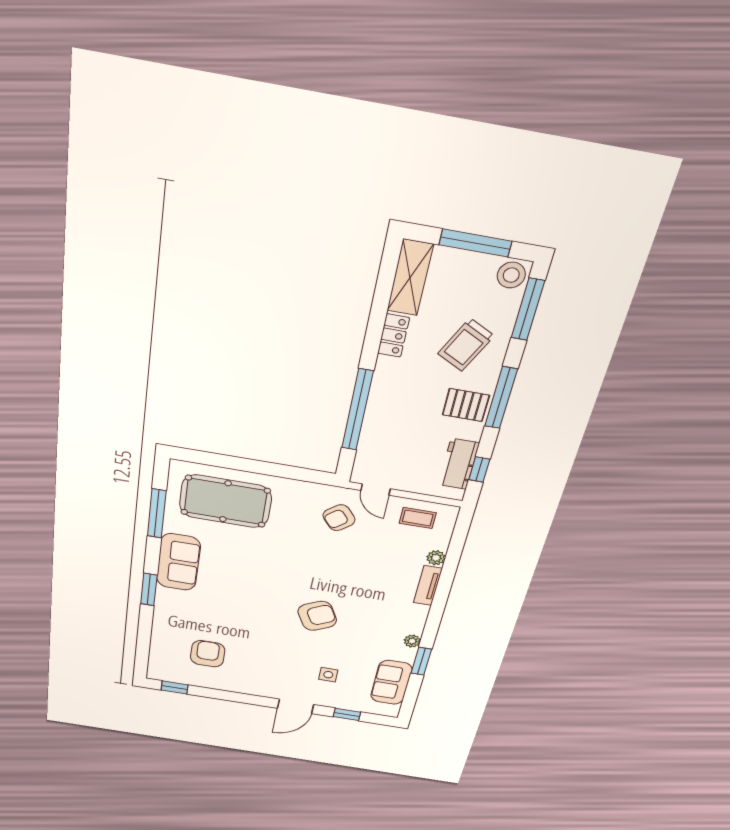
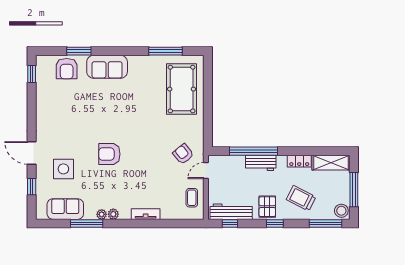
window: (501, 398) -> (275, 224), width x0.46
workbench: (382, 402) -> (261, 163), added
workbench: (459, 464) -> (231, 212), width x1.38
plant: (436, 558) -> (113, 214), moved
sofa: (178, 562) -> (107, 67), moved
window: (149, 590) -> (79, 51), moved
armchair: (317, 616) -> (109, 154), turned 117
armchair: (208, 654) -> (67, 69), moved, turned 90
window: (421, 661) -> (87, 224), width x1.44
side table: (328, 675) -> (63, 169), width x1.87, depth x1.87

